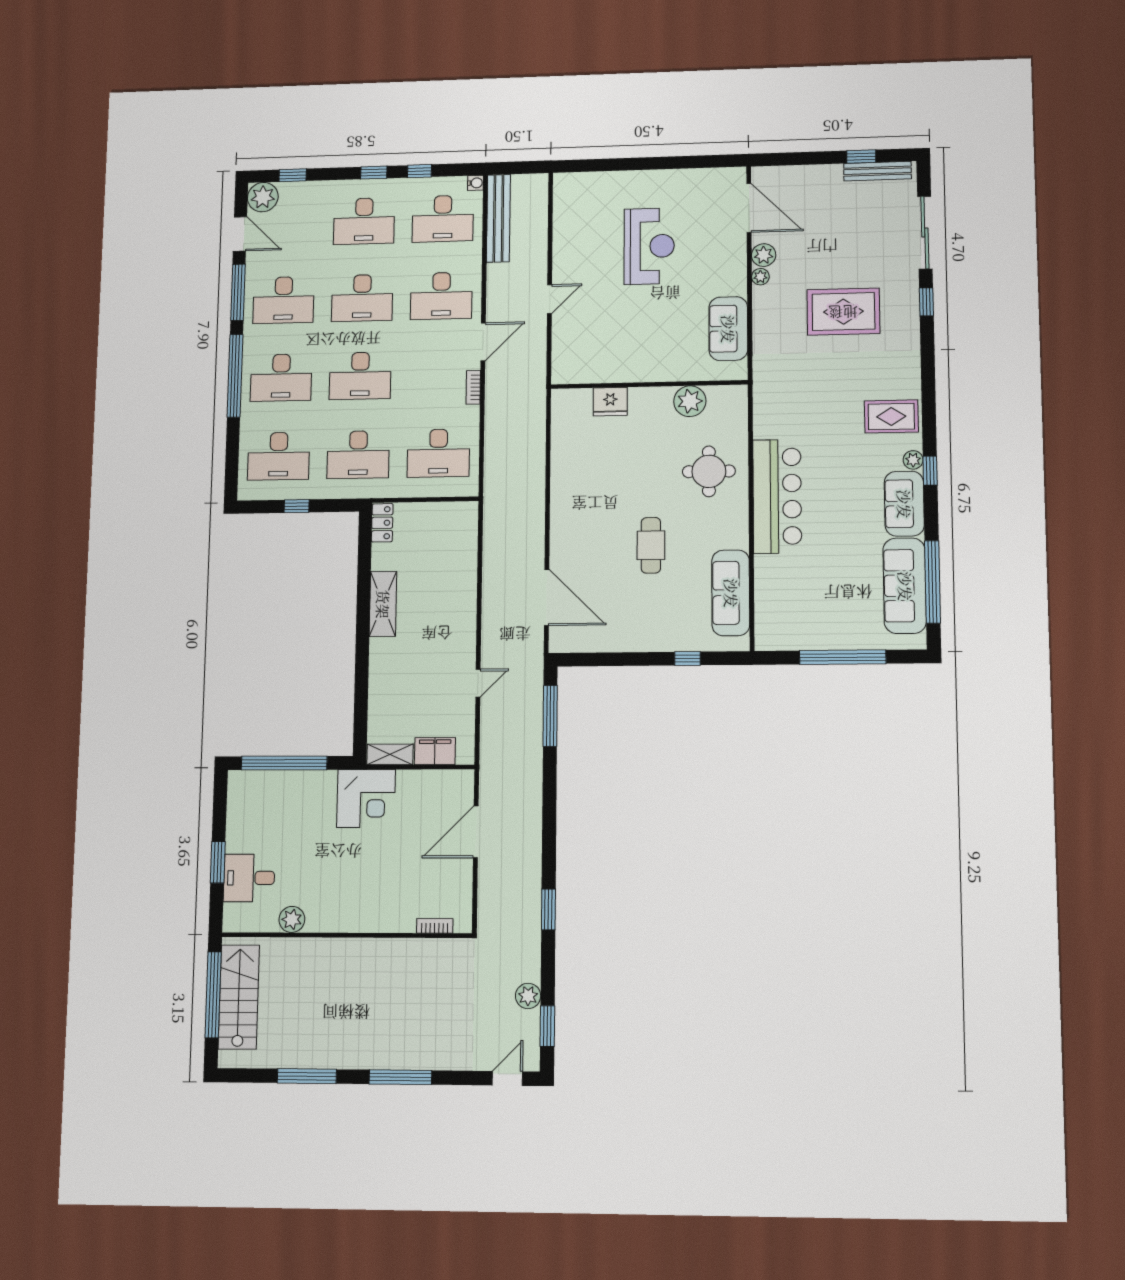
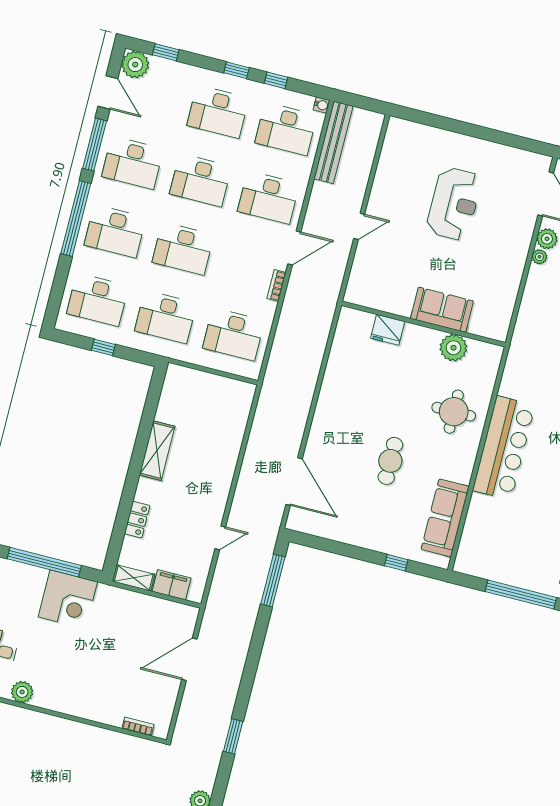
sofa: (728, 329) -> (442, 310), moved, turned 90
locker: (382, 523) -> (137, 520), moved
corner desk: (366, 799) -> (68, 599), moved

